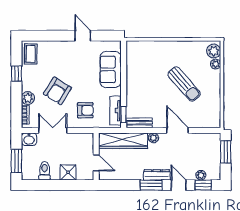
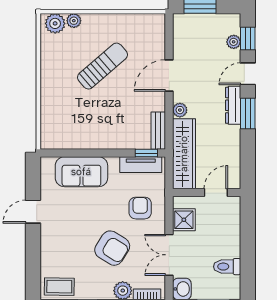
shower: (68, 172) -> (184, 220), moved

